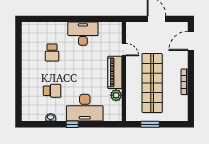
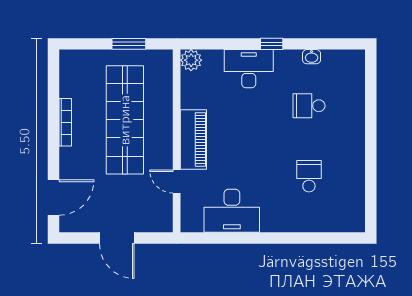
desk: (83, 34) -> (232, 211), moved
plant: (116, 95) -> (191, 60), moved
desk: (85, 108) -> (249, 69), width x0.73, depth x0.77

